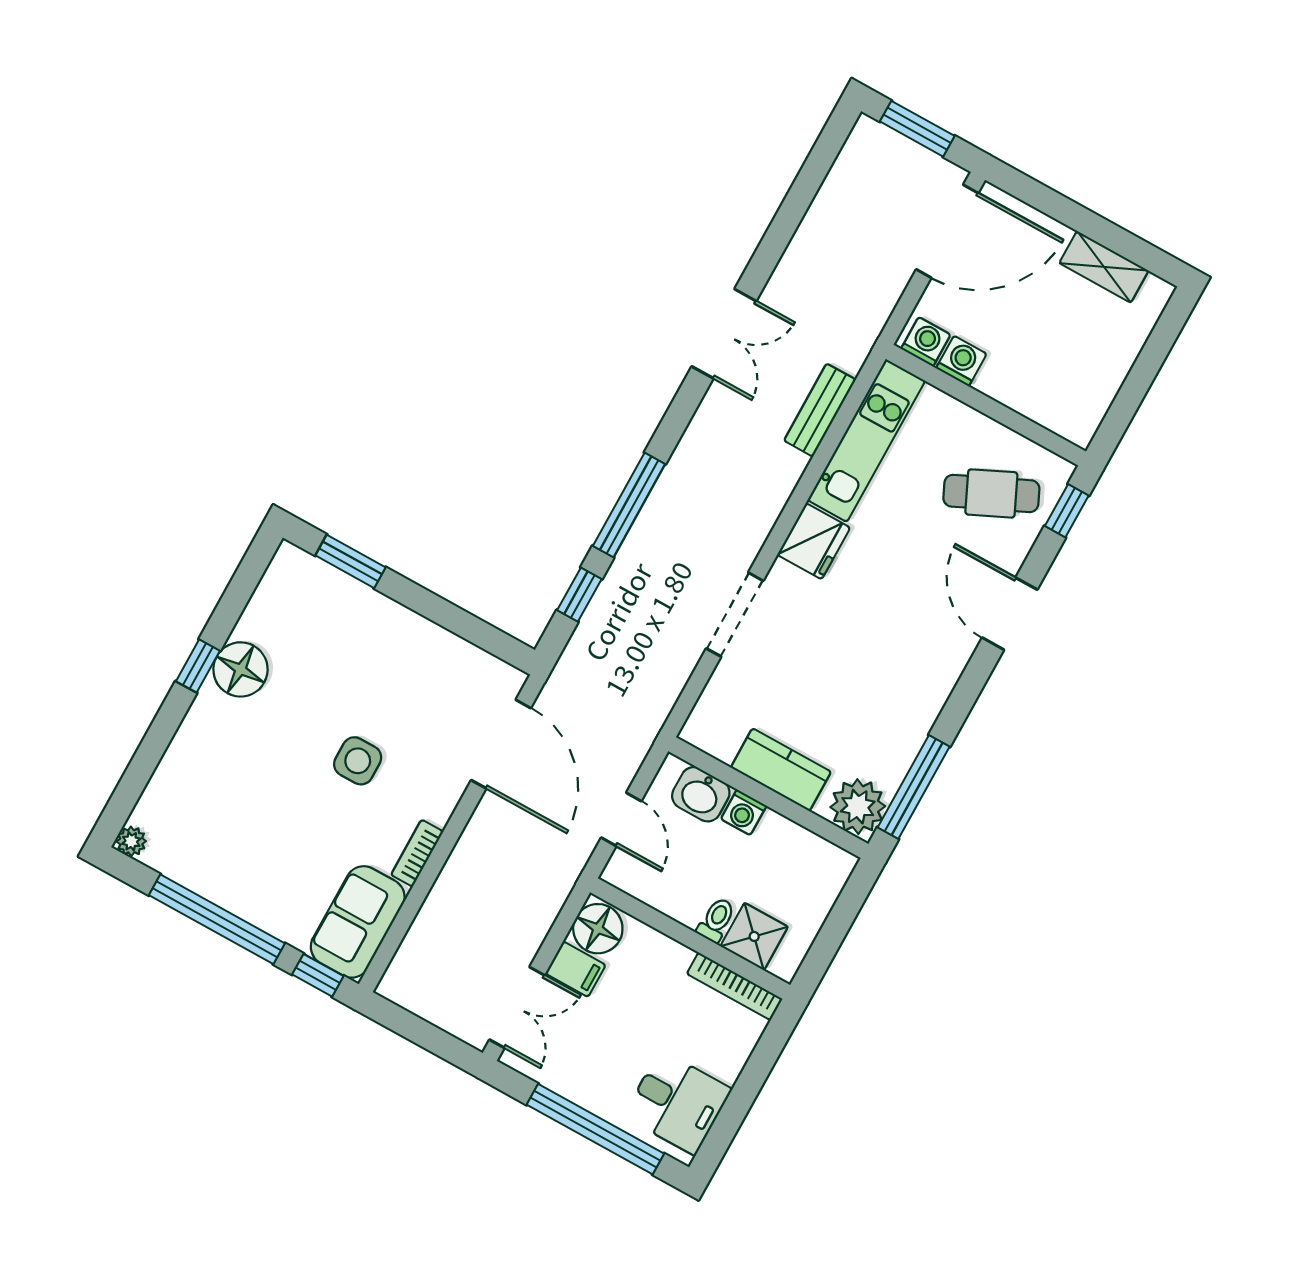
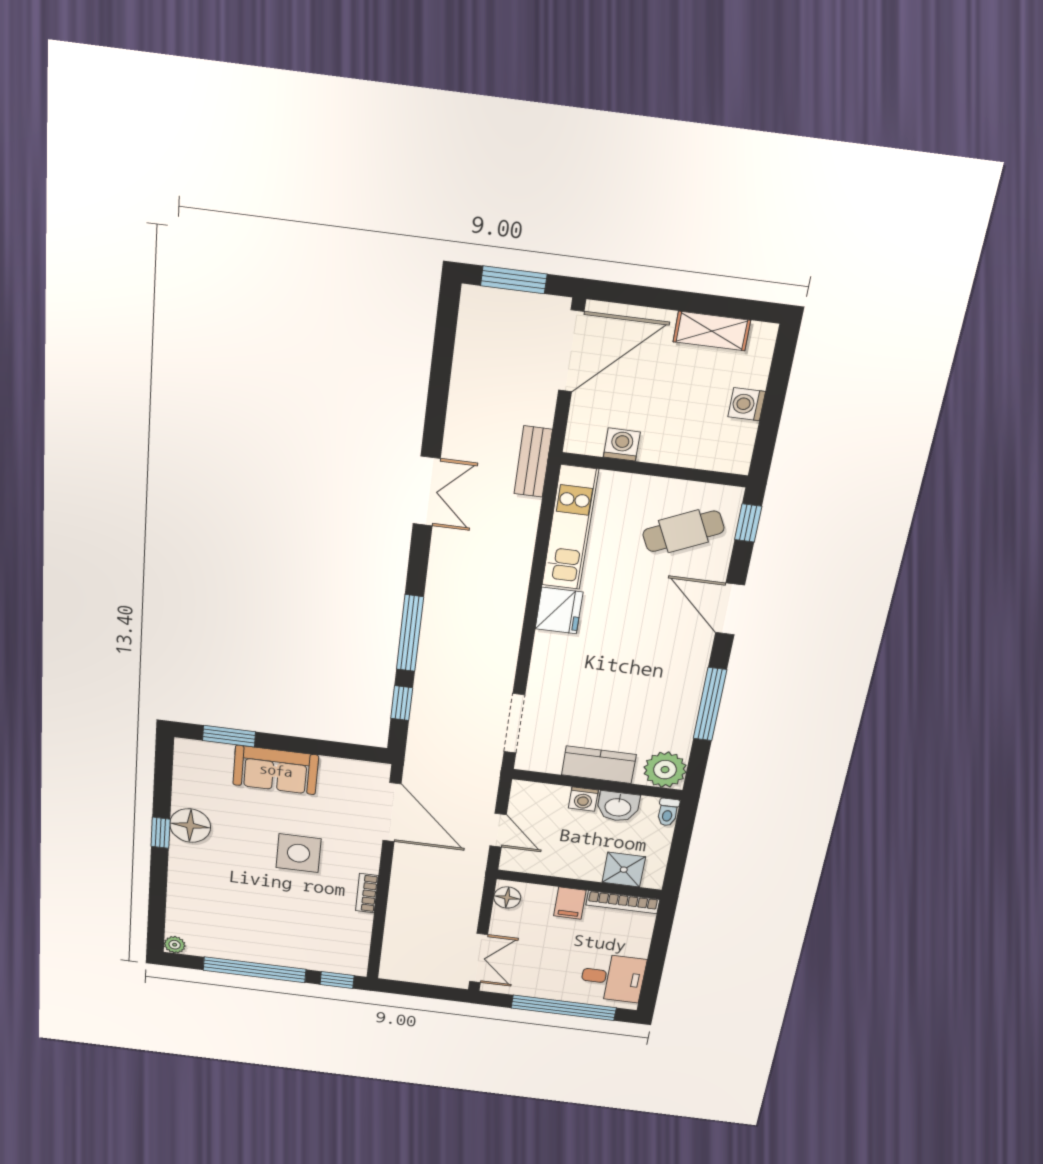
washing machine: (926, 342) -> (747, 404), moved, turned -90
bench: (820, 410) -> (533, 462), moved
doorway: (735, 615) -> (514, 723), moved
side table: (358, 761) -> (299, 853), width x1.37, depth x1.37
window: (914, 787) -> (710, 704), moved
washbasin: (701, 794) -> (618, 807), moved
toilet: (716, 920) -> (668, 812), moved, turned 180
sofa: (358, 922) -> (276, 770), moved, turned -90
floor lamp: (598, 929) -> (507, 897), width x0.73, depth x0.73
filing cabinet: (575, 969) -> (570, 903), moved, turned 90

